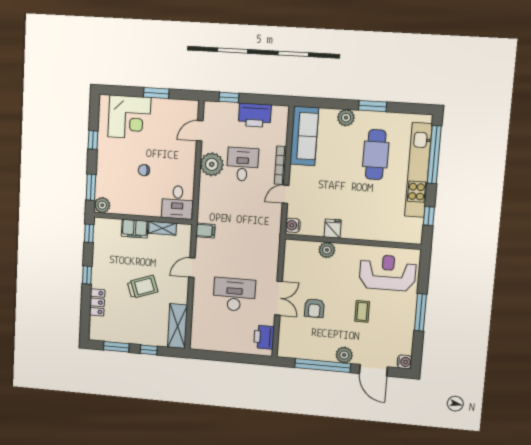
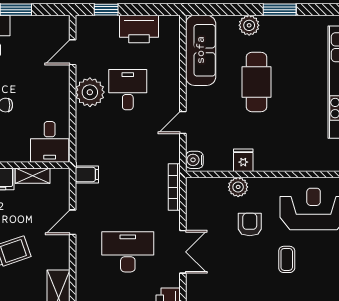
cafe table: (376, 155) -> (256, 82), moved
bookcase: (280, 165) -> (174, 187), moved
armchair: (314, 308) -> (250, 224), moved, turned 180

